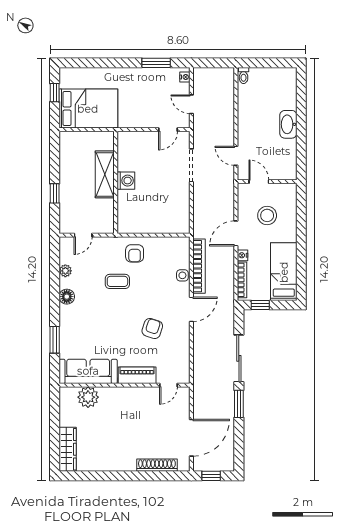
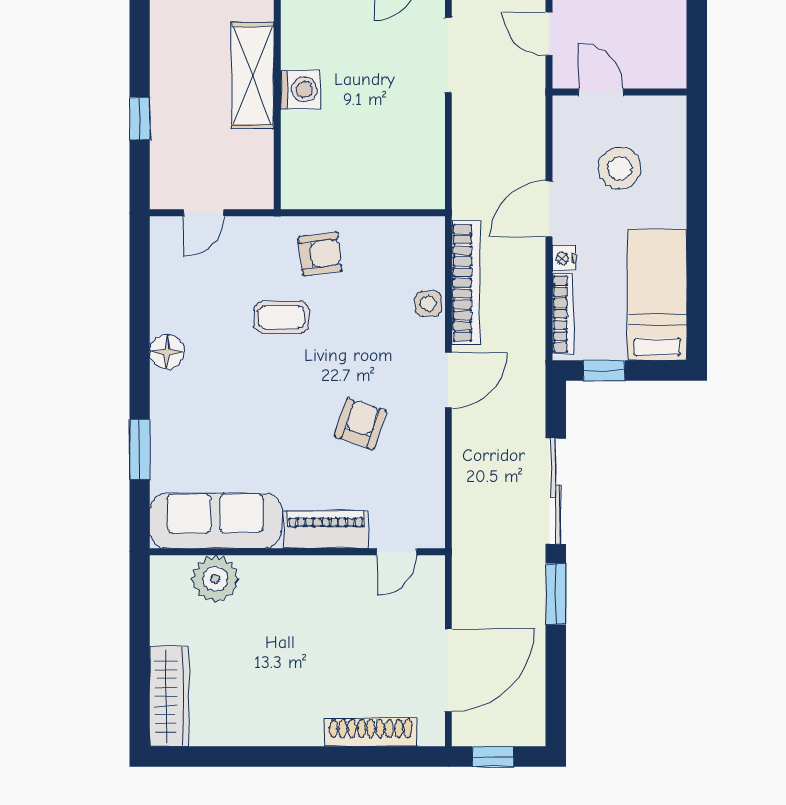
armchair: (135, 253) -> (320, 254), turned -97
plant: (65, 271) -> (164, 293), removed

